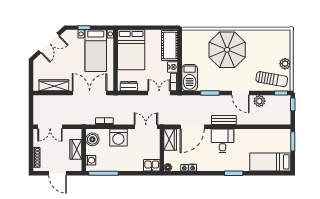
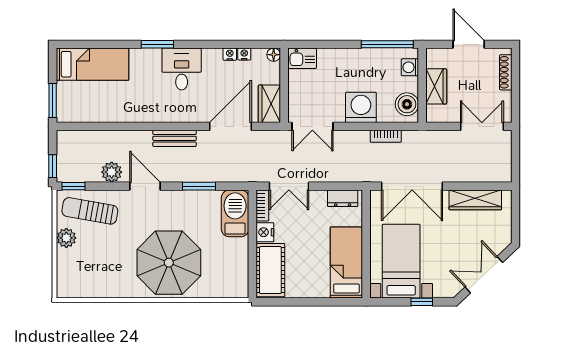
bed: (131, 50) -> (346, 262), width x0.67
desk: (222, 141) -> (182, 69), moved, turned 180

